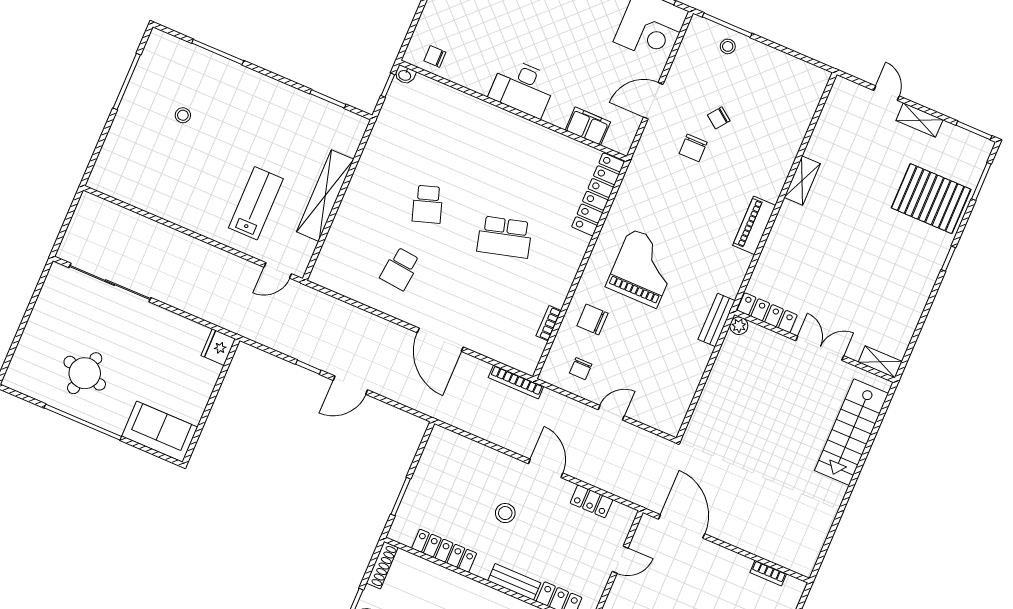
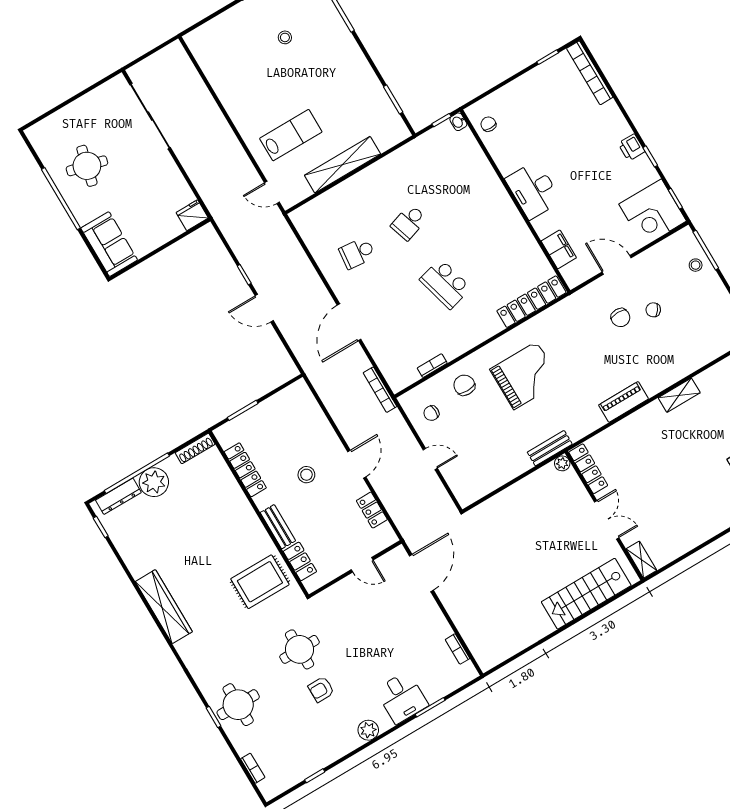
chair: (693, 148) -> (620, 318), turned -90

